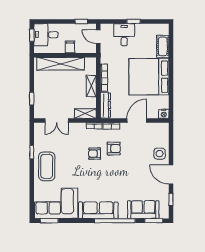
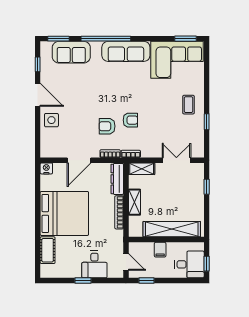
coffee table: (47, 166) -> (189, 105), width x0.54, depth x0.58

